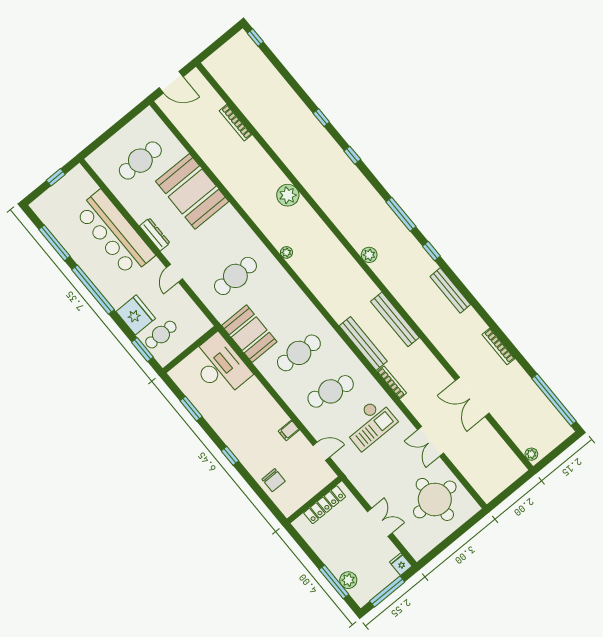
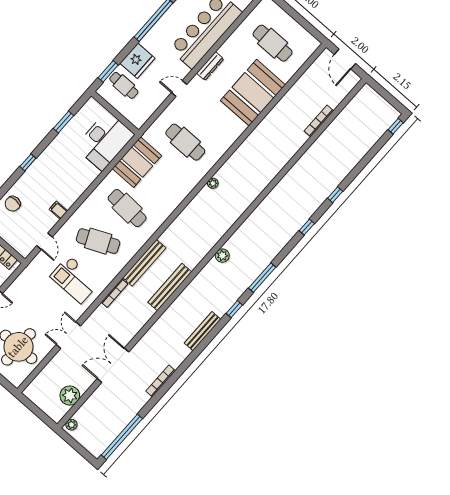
plant: (288, 195) -> (70, 395), moved
cafe table: (331, 391) -> (98, 241), turned -36

